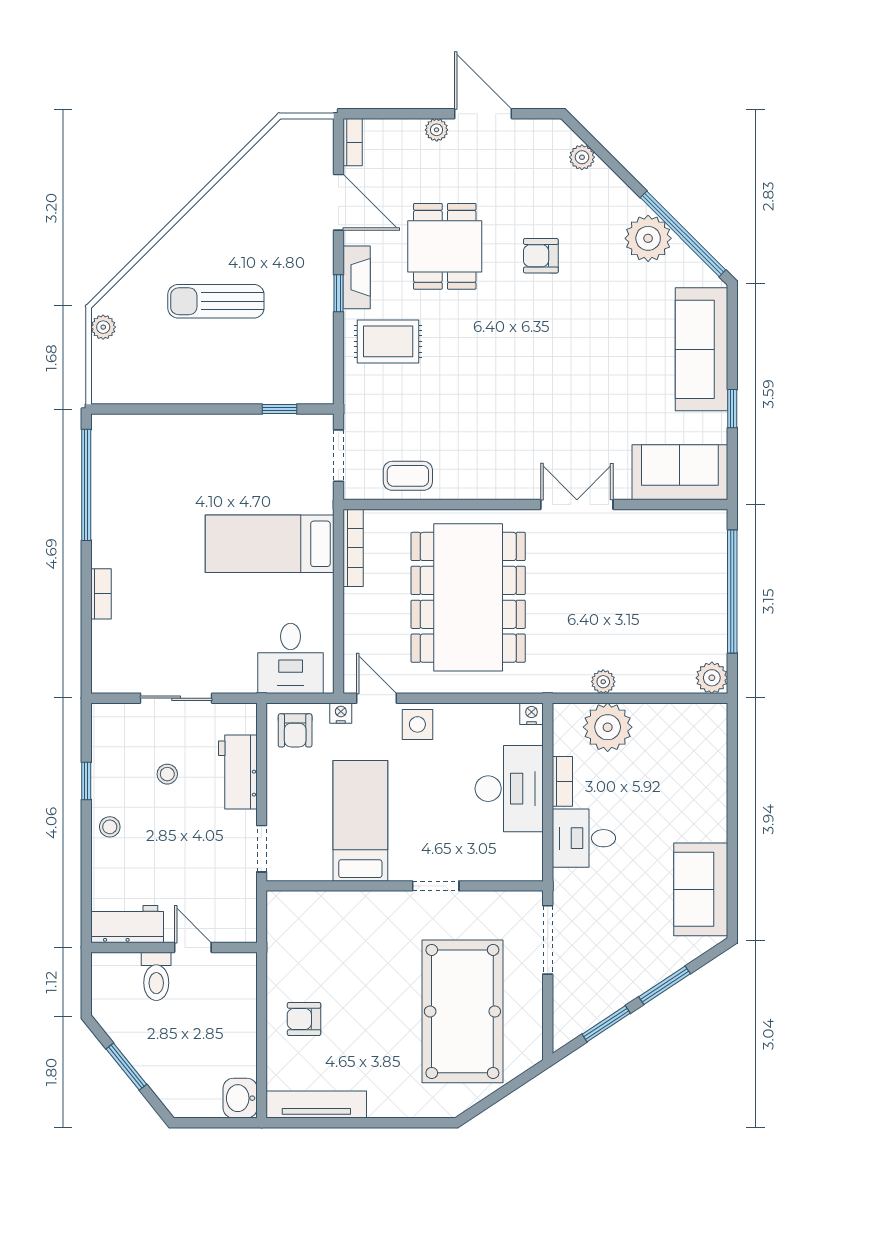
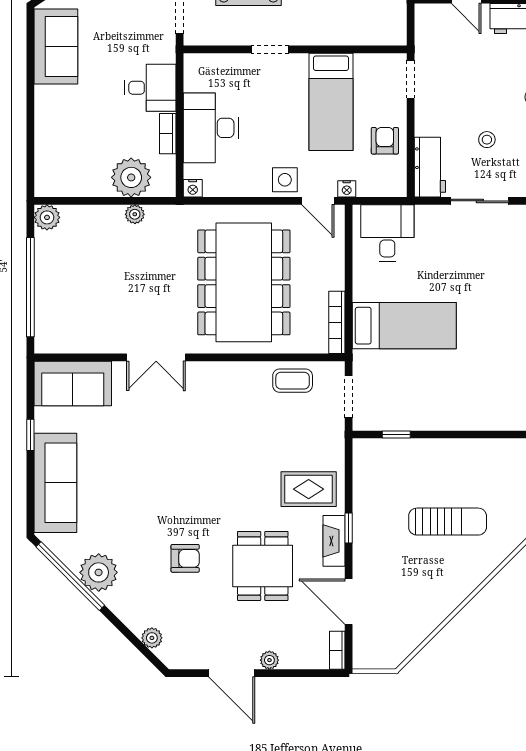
armchair: (295, 730) -> (385, 141), moved
workbench: (238, 772) -> (430, 167), moved

